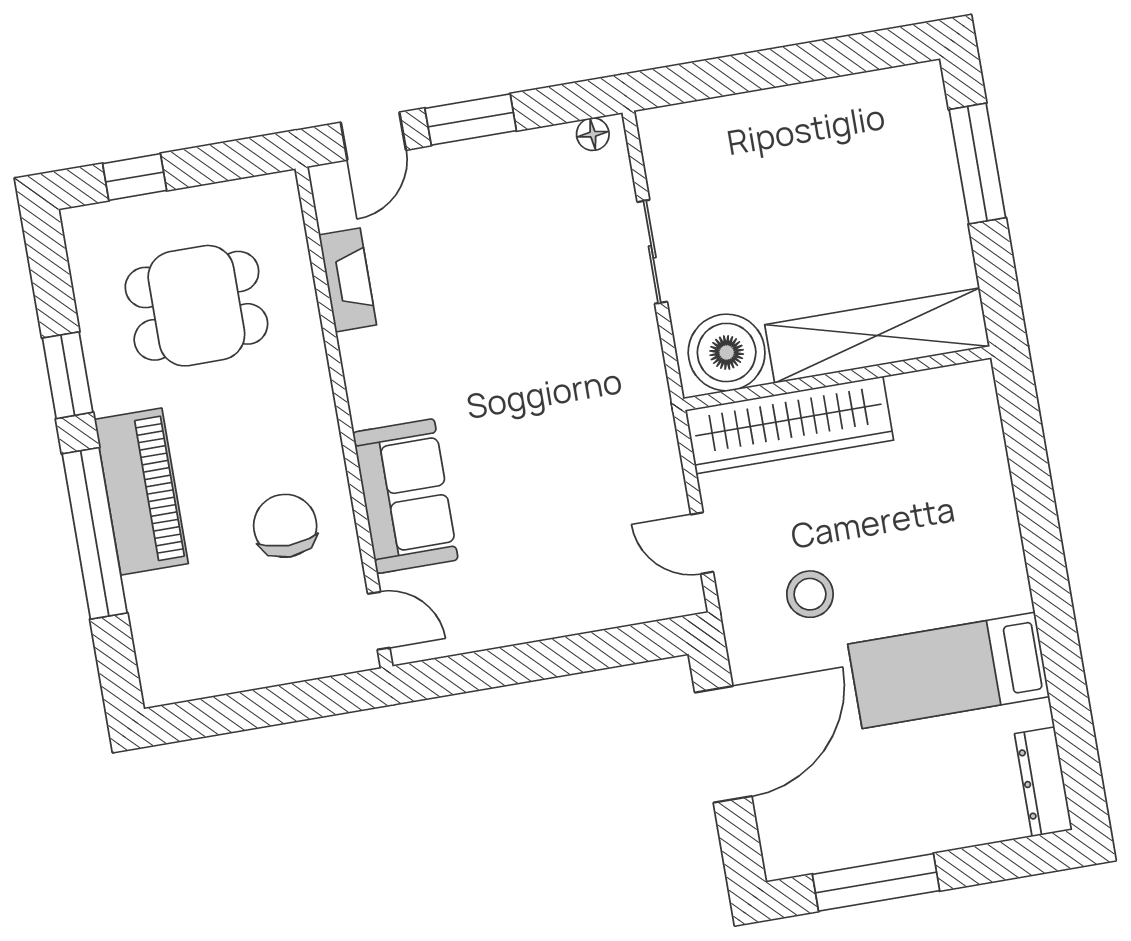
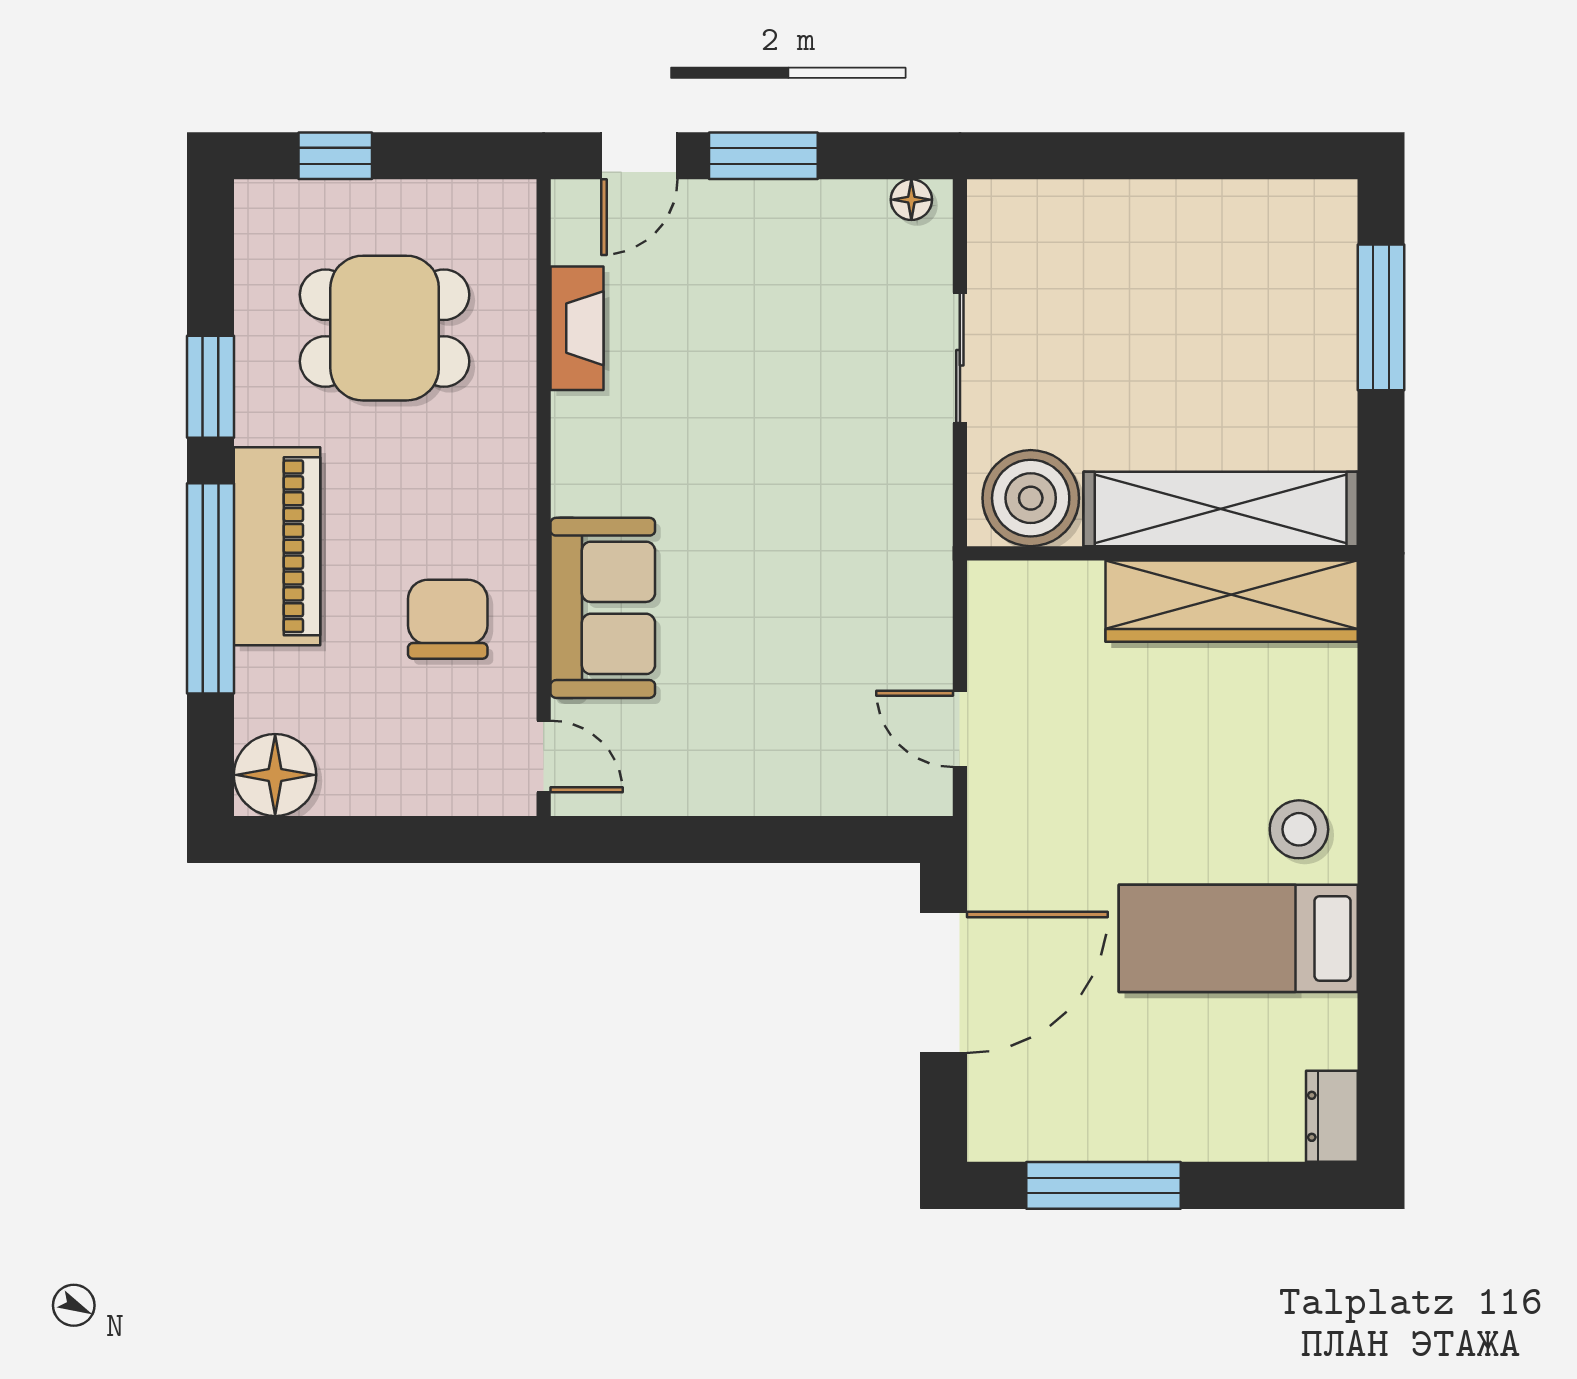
wardrobe: (789, 425) -> (1232, 601), moved
stool: (810, 594) -> (1299, 829), moved
floor lamp: (170, 671) -> (275, 775), added
dresser: (1043, 782) -> (1332, 1116), width x0.70

